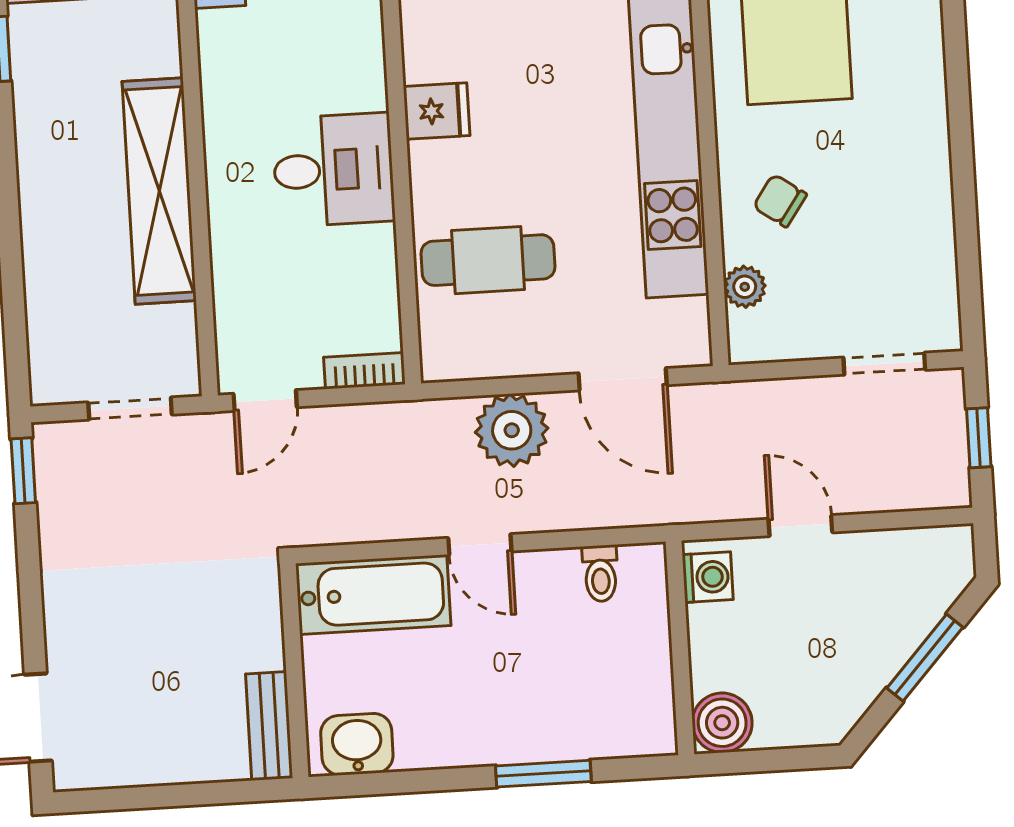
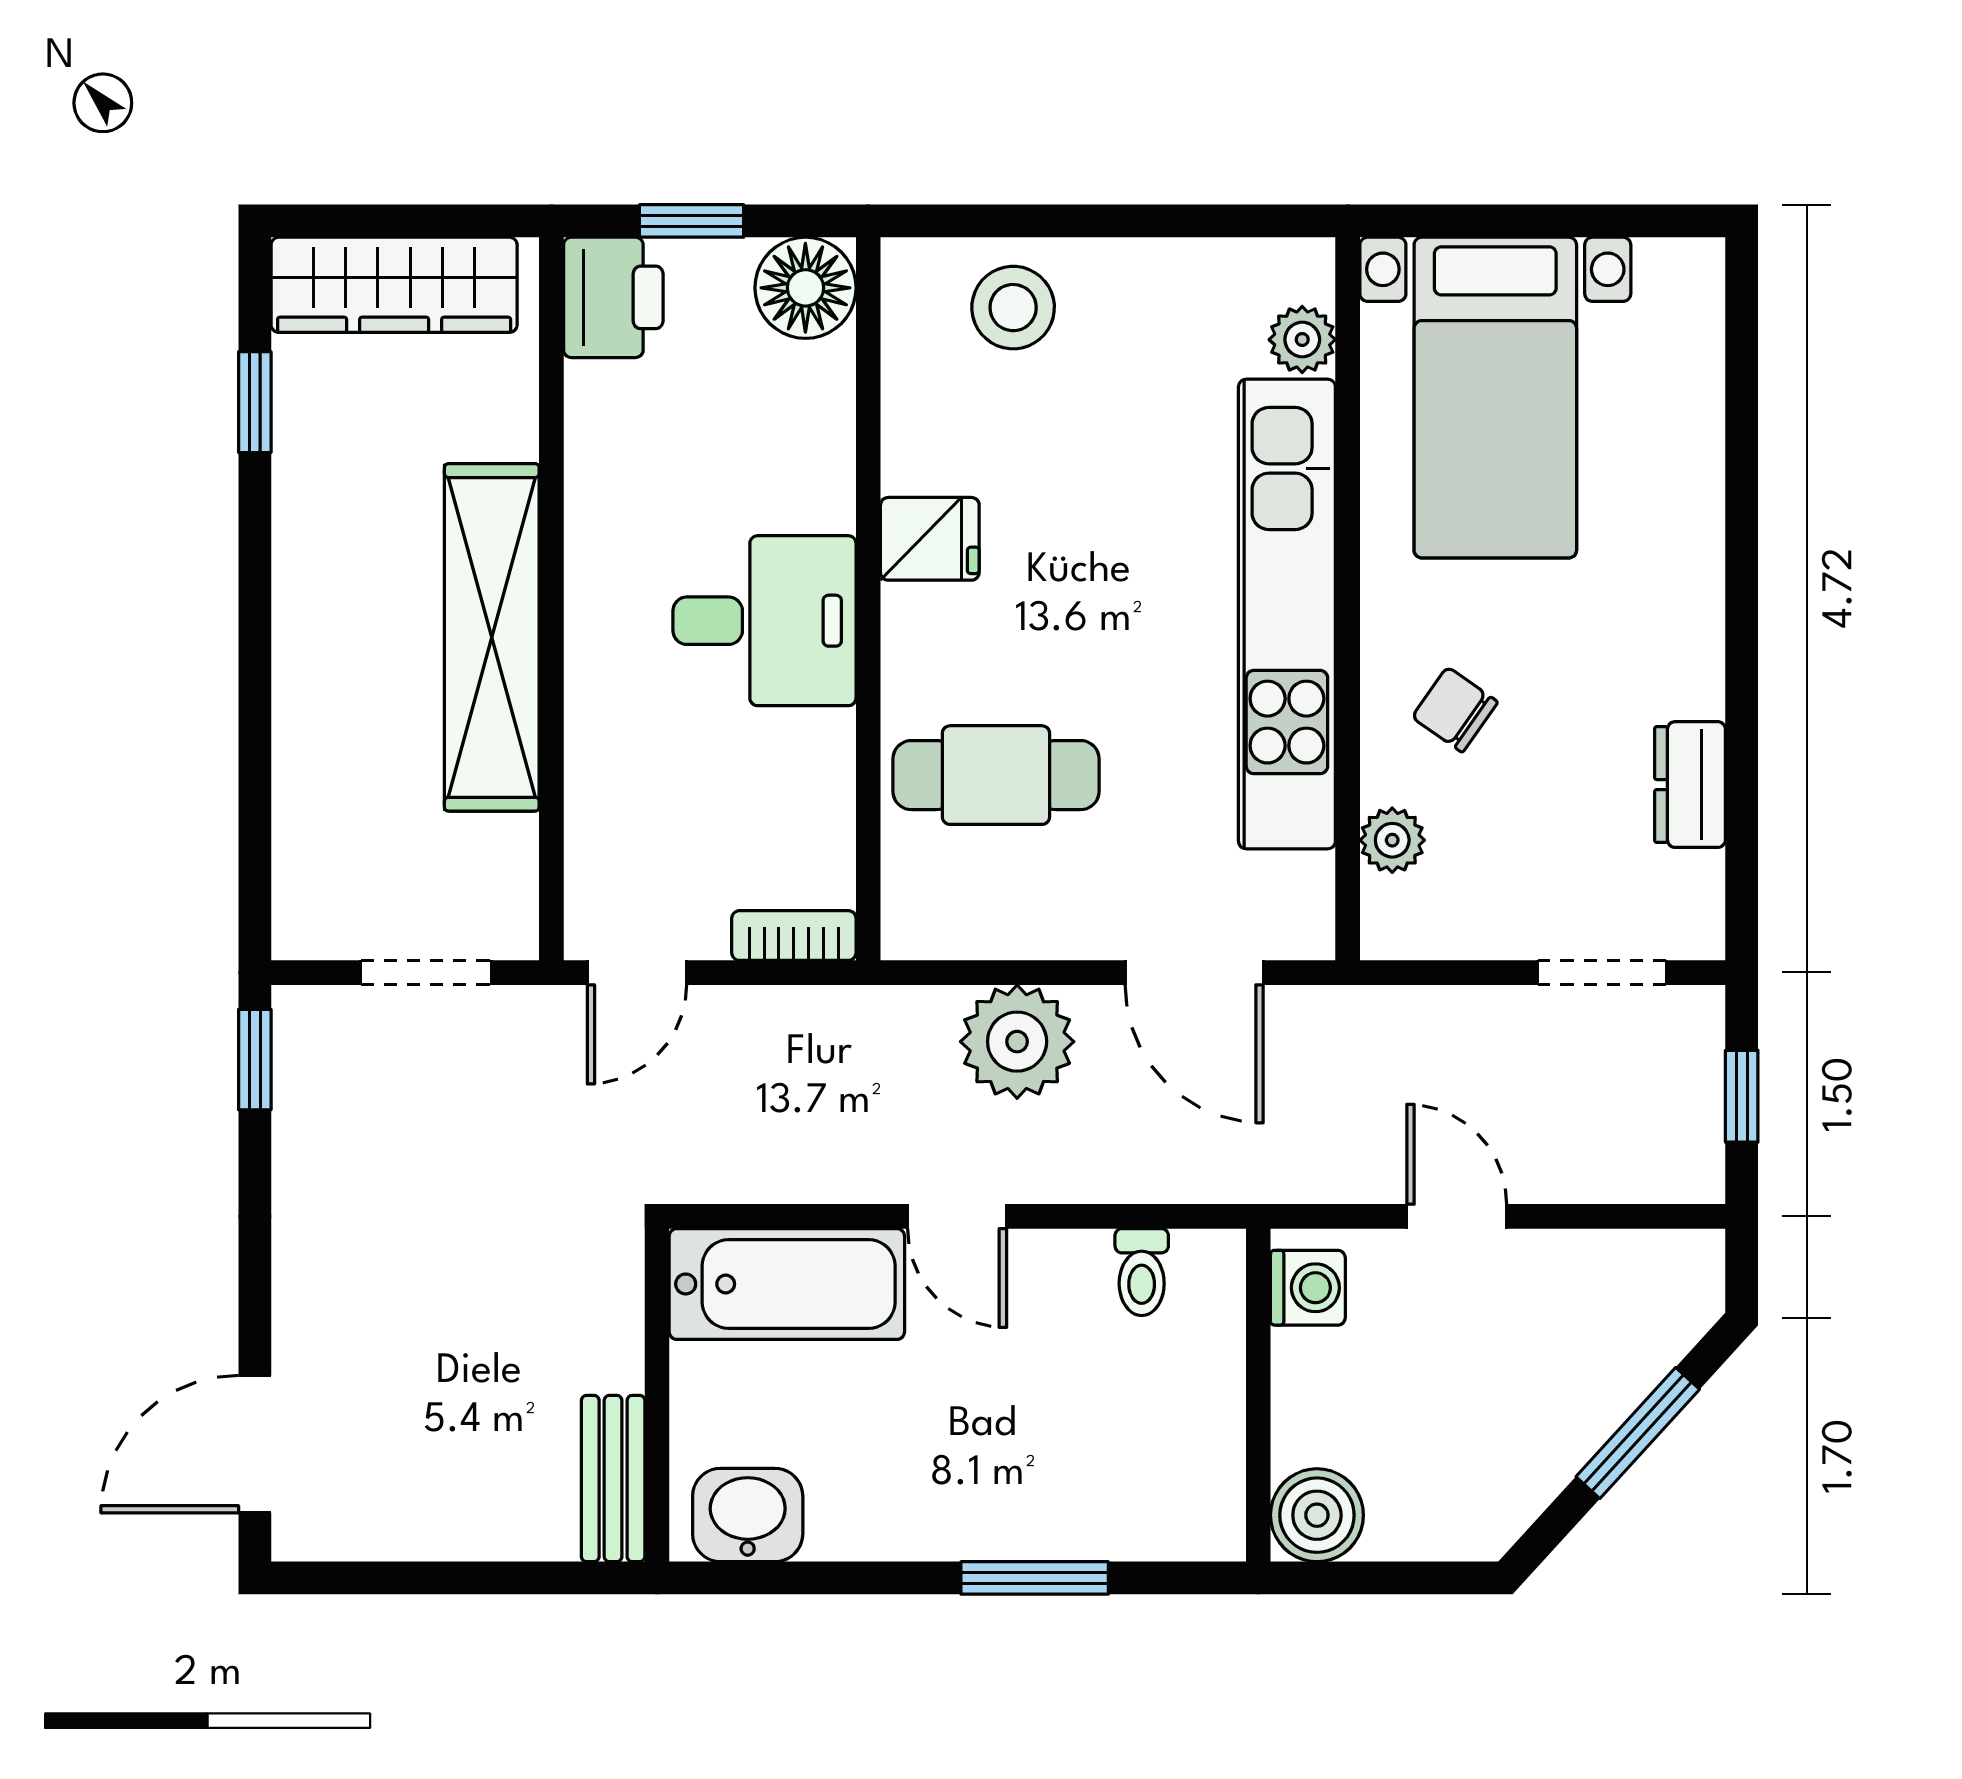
dresser: (934, 240) -> (1690, 785), added

